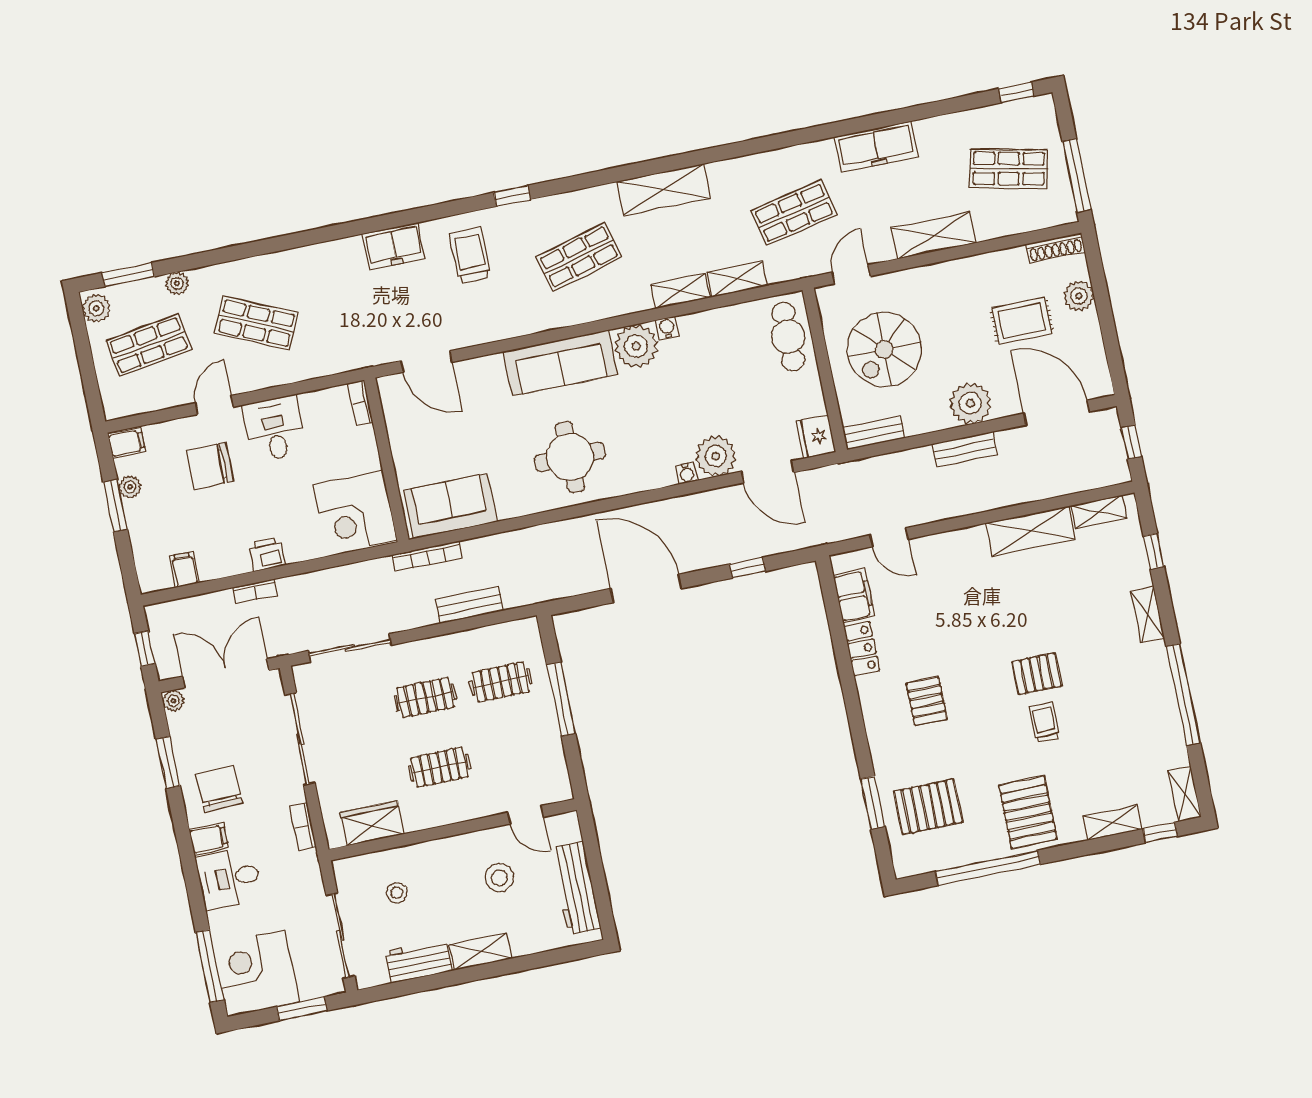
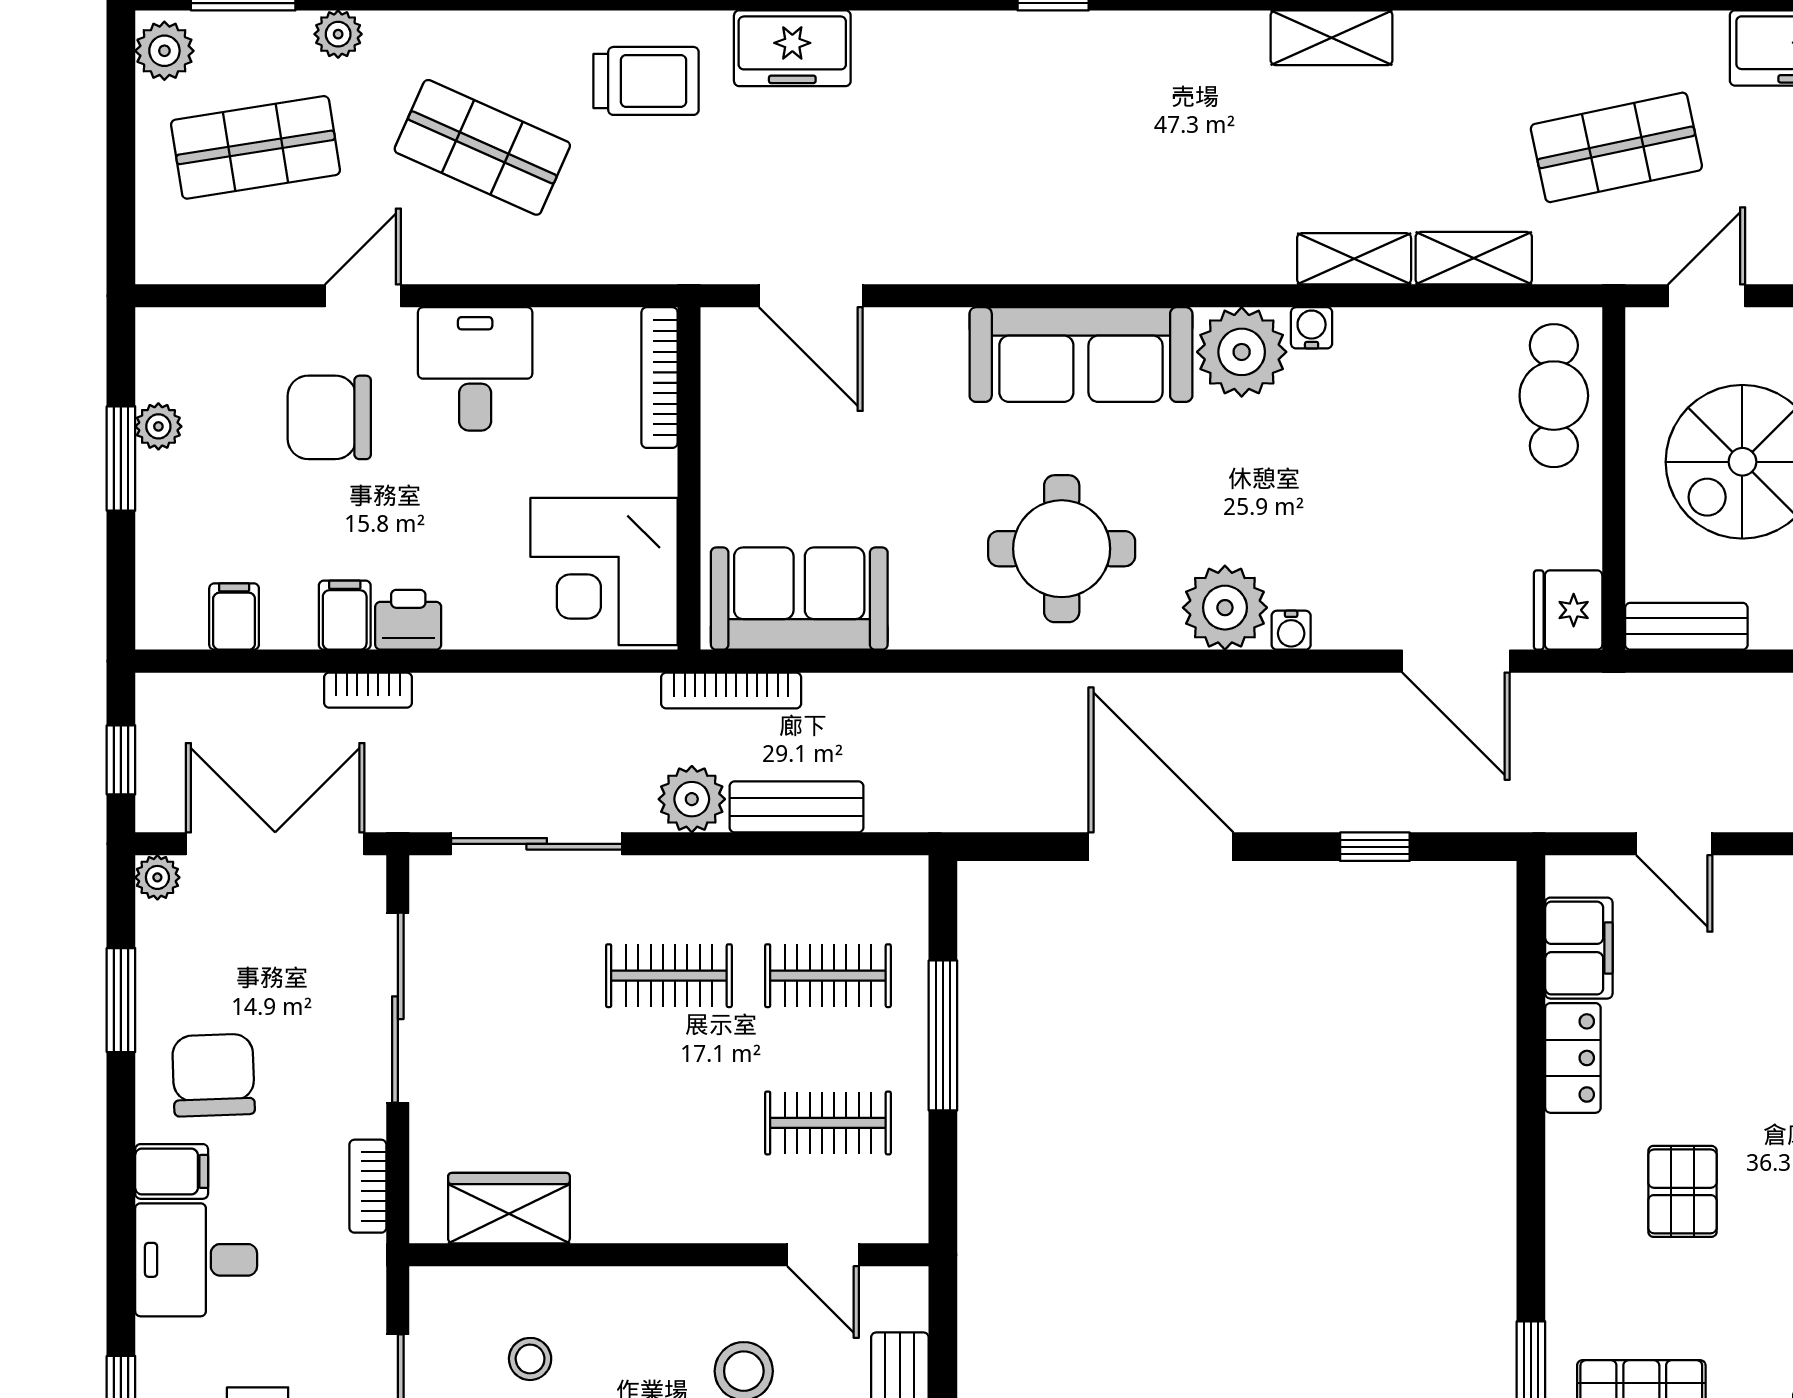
shelving: (663, 190) -> (1332, 38), width x0.67, depth x0.75
trolley: (470, 255) -> (646, 81), moved, turned 90
shop shelf: (579, 257) -> (1163, 147), removed
bookcase: (360, 403) -> (660, 378), width x1.56
filing cabinet: (127, 443) -> (345, 615), moved, turned -90
plant: (716, 456) -> (1225, 608), moved
plant: (419, 612) -> (692, 799), added
clothes rail: (440, 767) -> (828, 1123), moved

